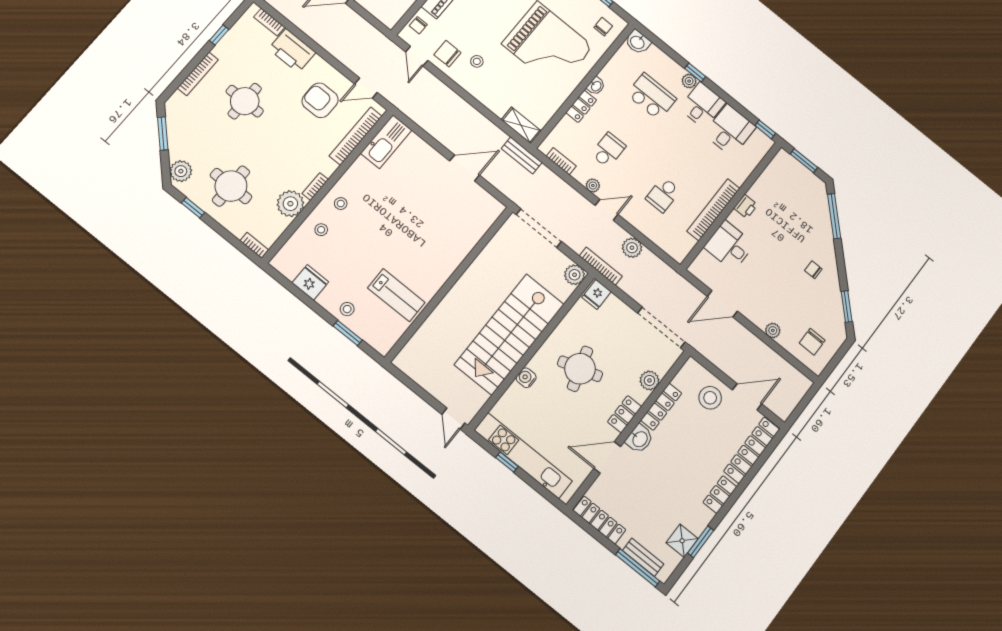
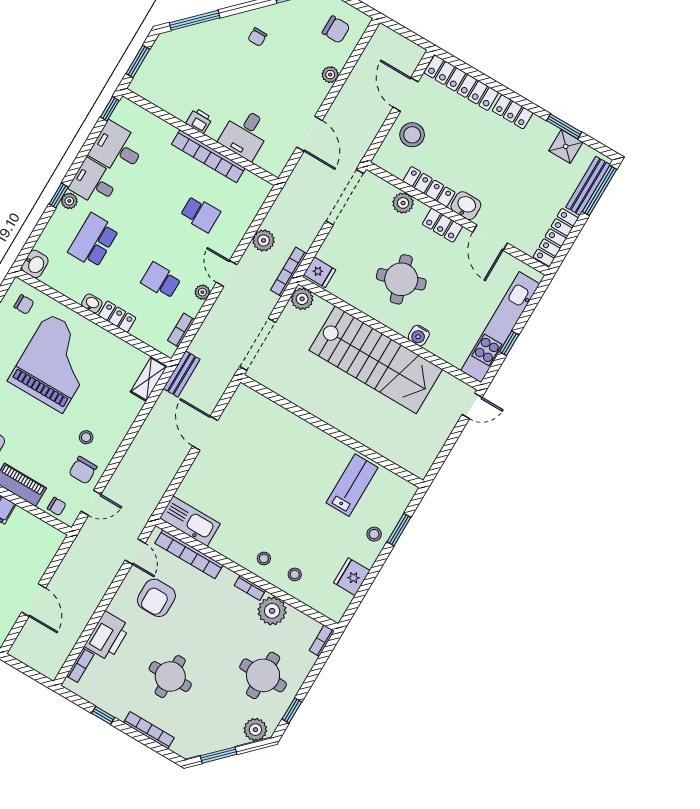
chair: (603, 27) -> (24, 304), turned 180
bench: (643, 557) -> (588, 186), width x1.36

